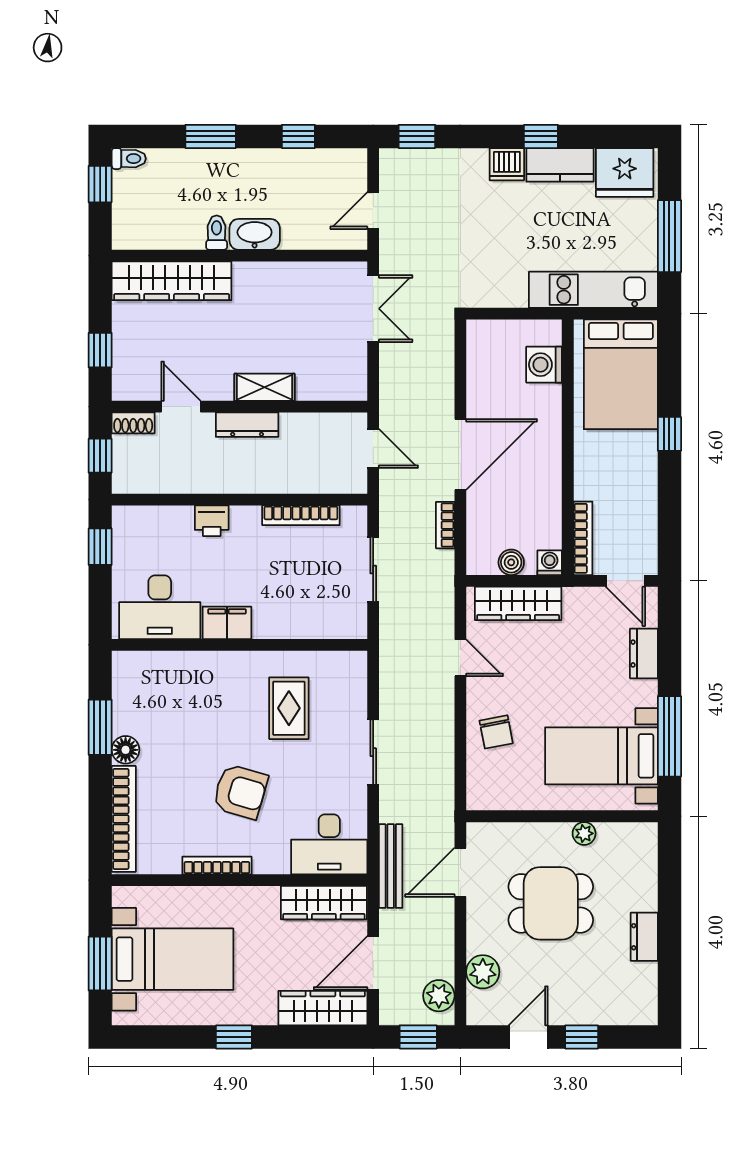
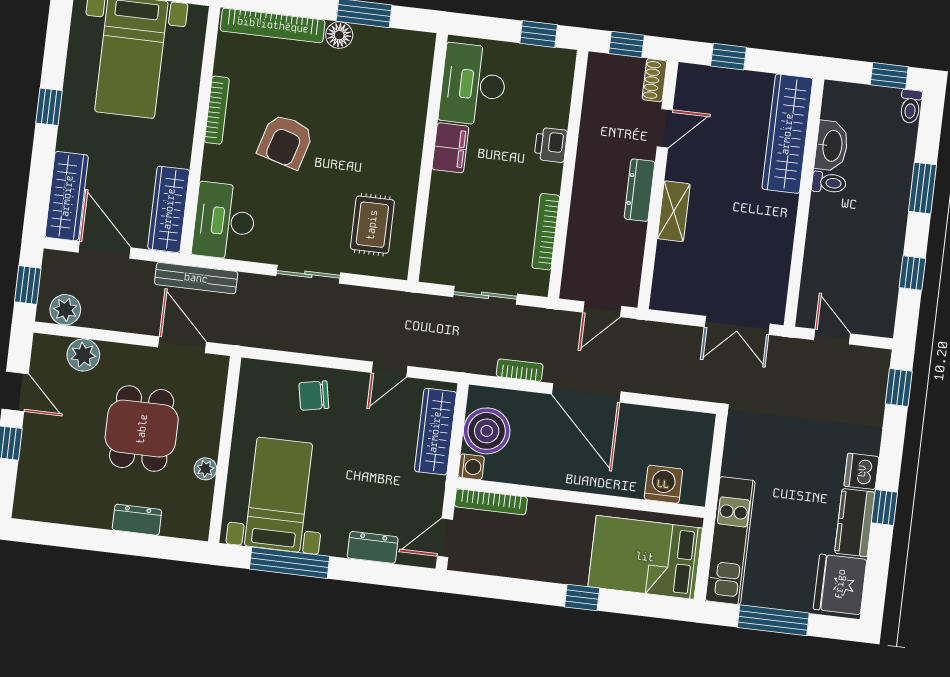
washbasin: (255, 234) -> (832, 146), moved
boiler: (511, 562) -> (487, 431), width x1.86, depth x1.86
rug: (289, 708) -> (372, 225), moved, turned 90
dresser: (644, 937) -> (137, 520), moved

